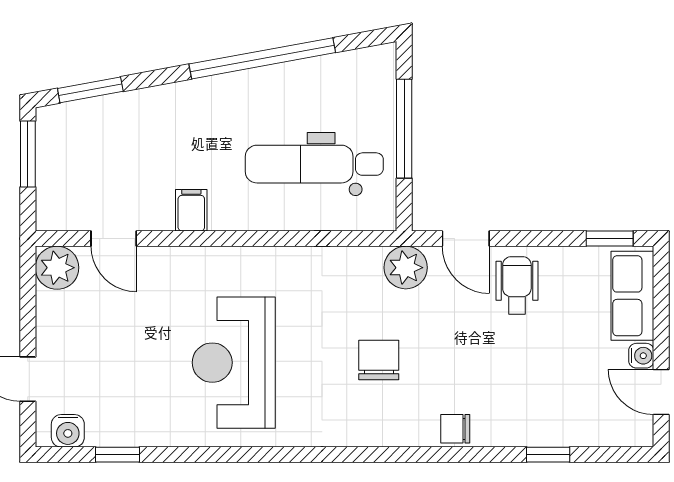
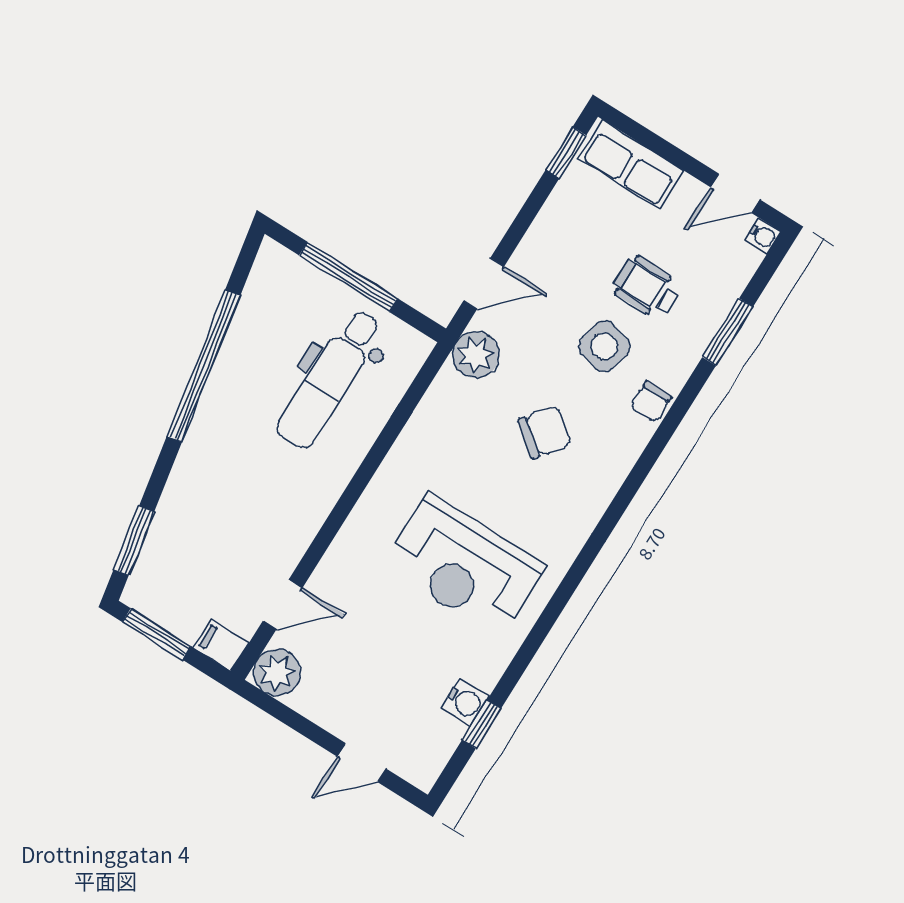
filing cabinet: (191, 210) -> (221, 645), moved
wheelchair: (517, 285) -> (647, 288), moved
water cooler: (641, 356) -> (763, 236), moved, turned 90
chair: (379, 360) -> (545, 432), turned 128
side table: (476, 365) -> (604, 346), added
water cooler: (68, 431) -> (465, 702), moved
window: (548, 455) -> (728, 332), width x1.50

